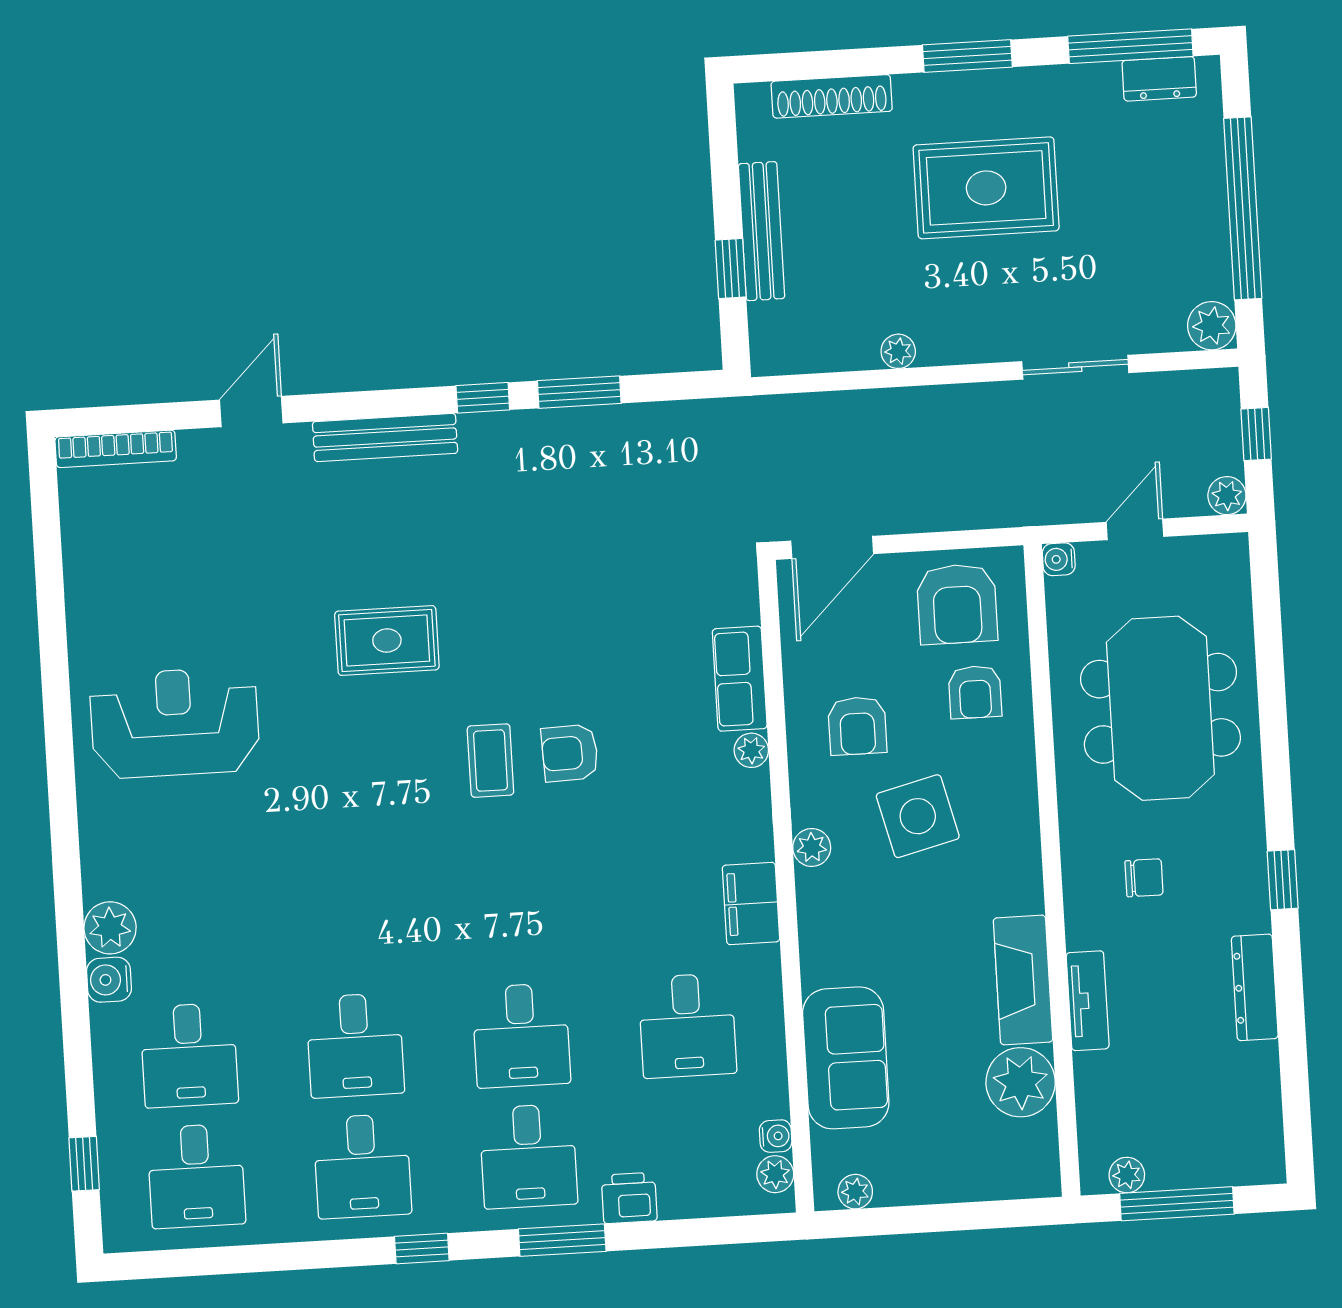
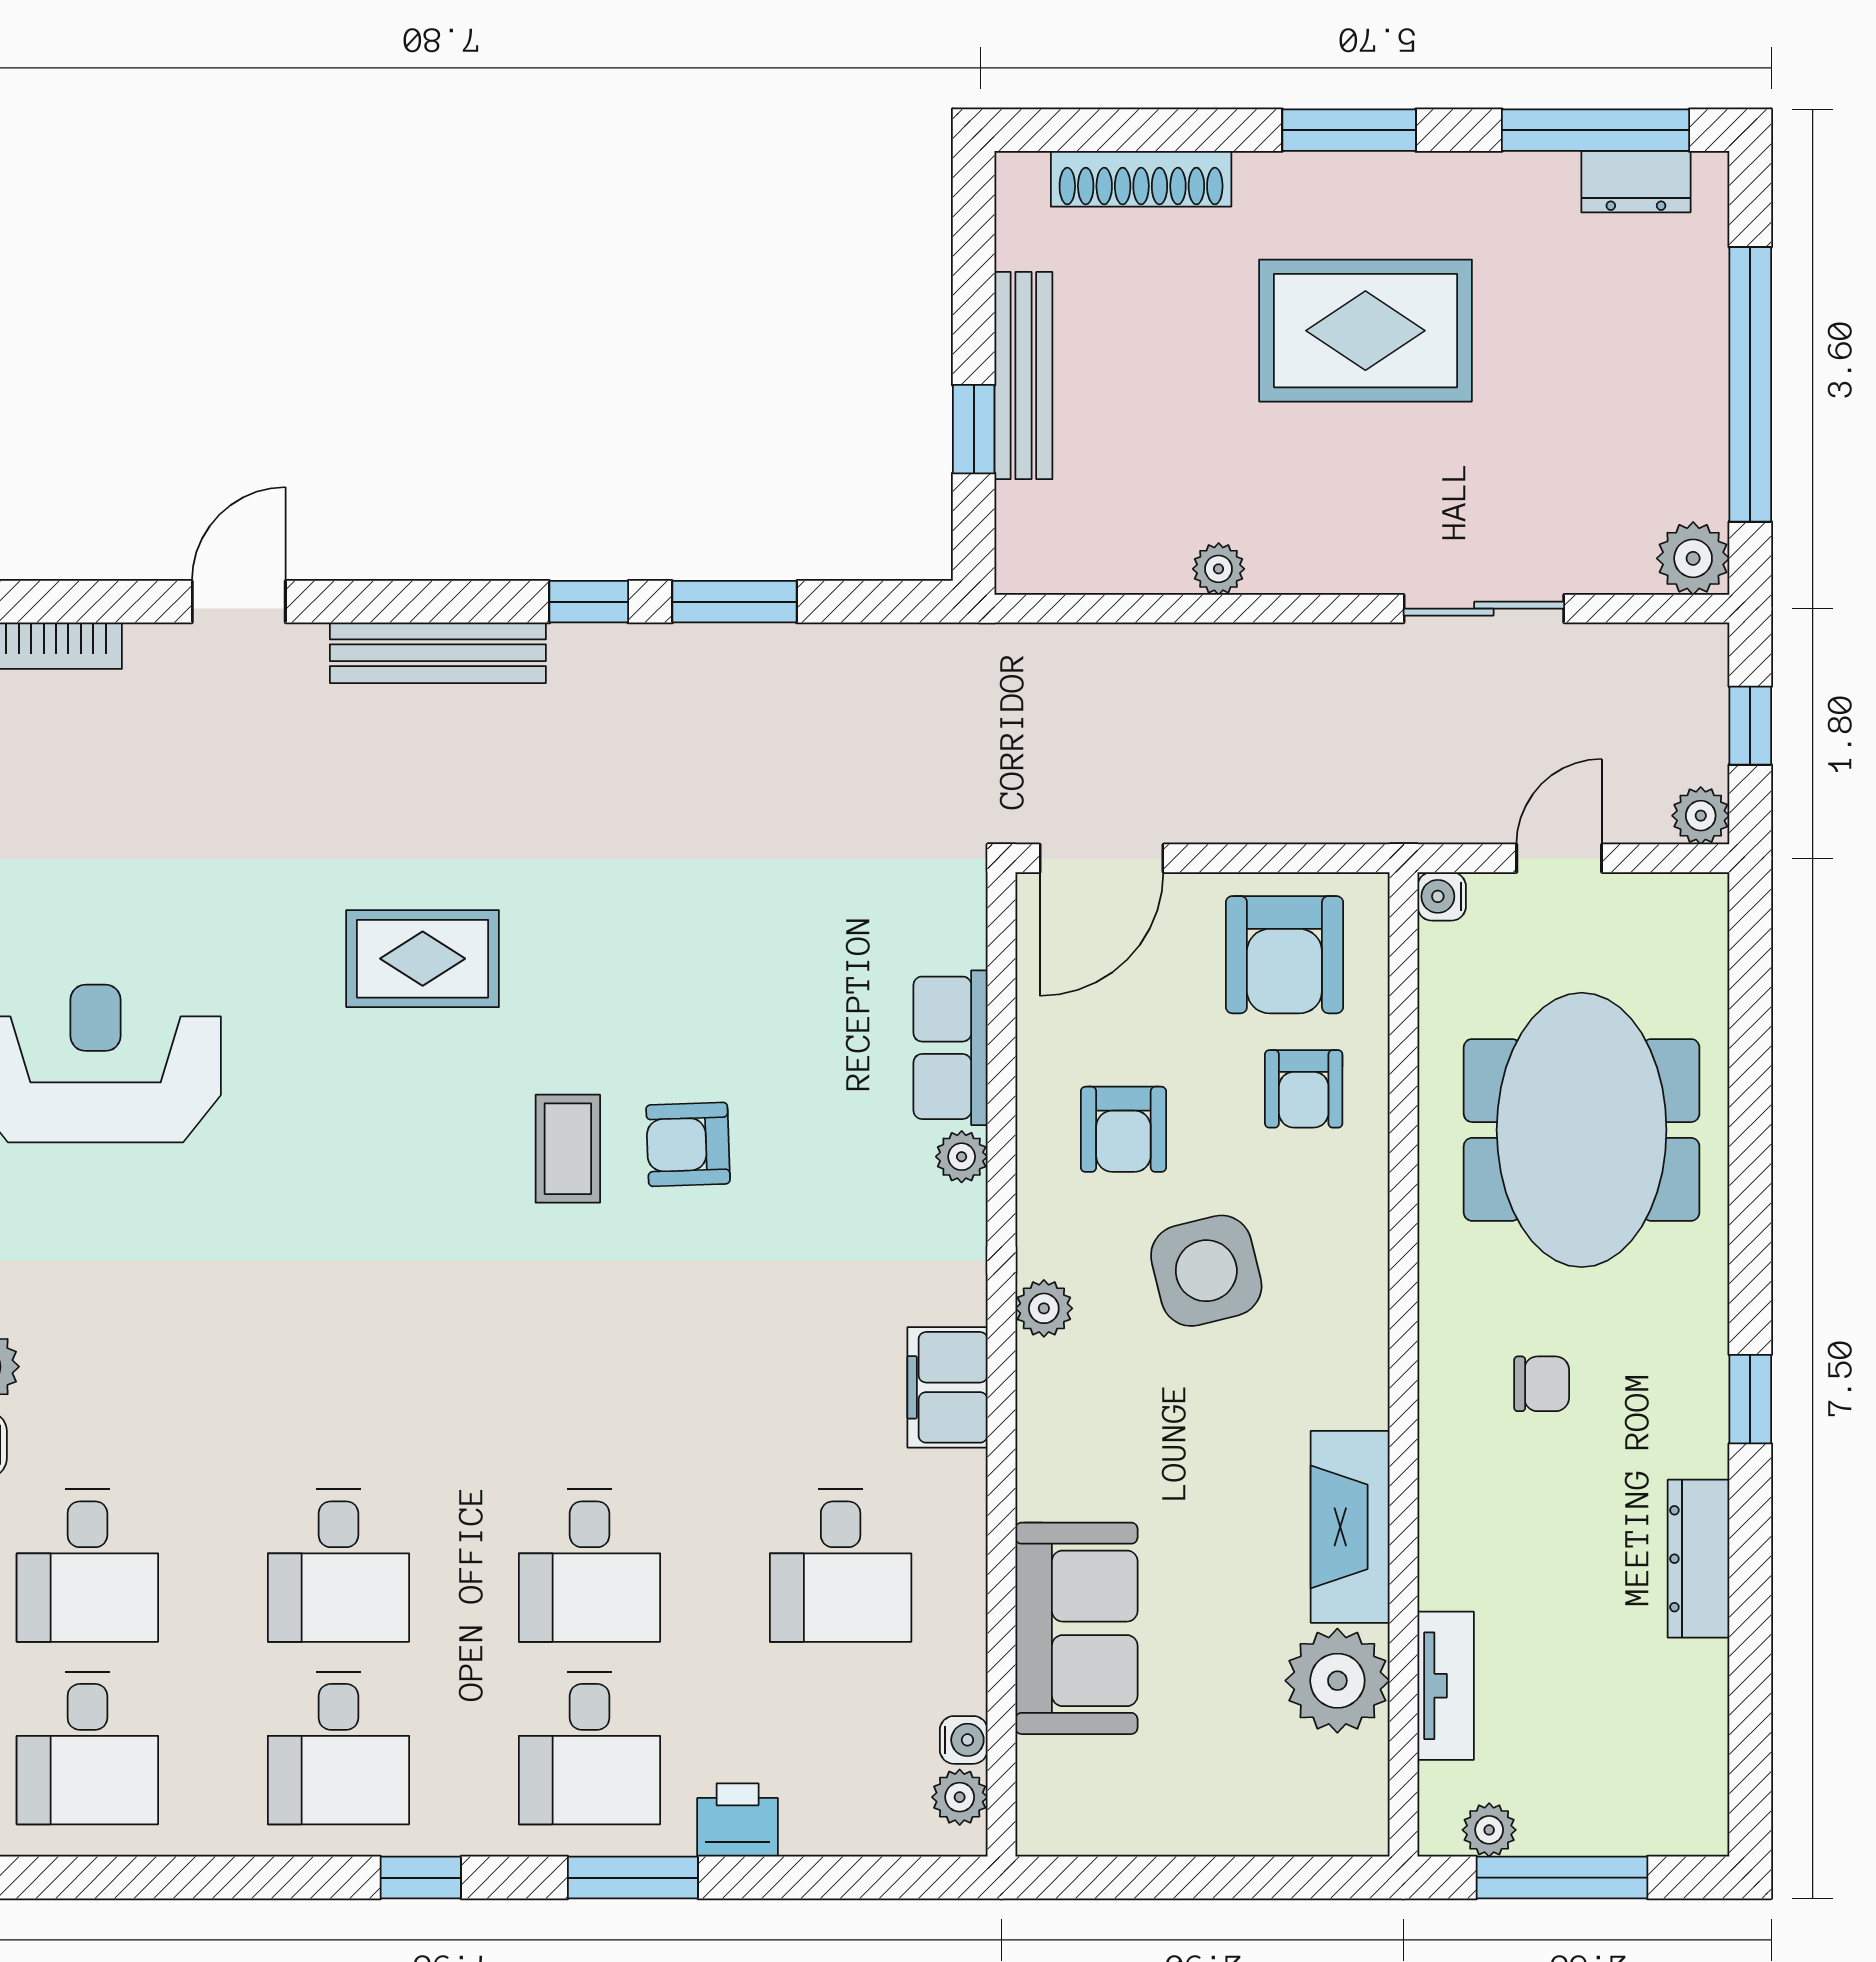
tv unit: (1088, 1001) -> (1446, 1686), moved
plant: (855, 1192) -> (1079, 1831), removed

